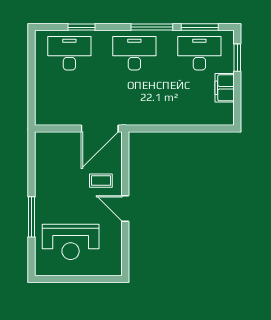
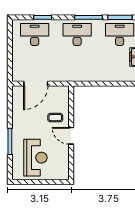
door: (100, 128) -> (36, 84), moved
reception desk: (71, 242) -> (35, 158), turned -90

